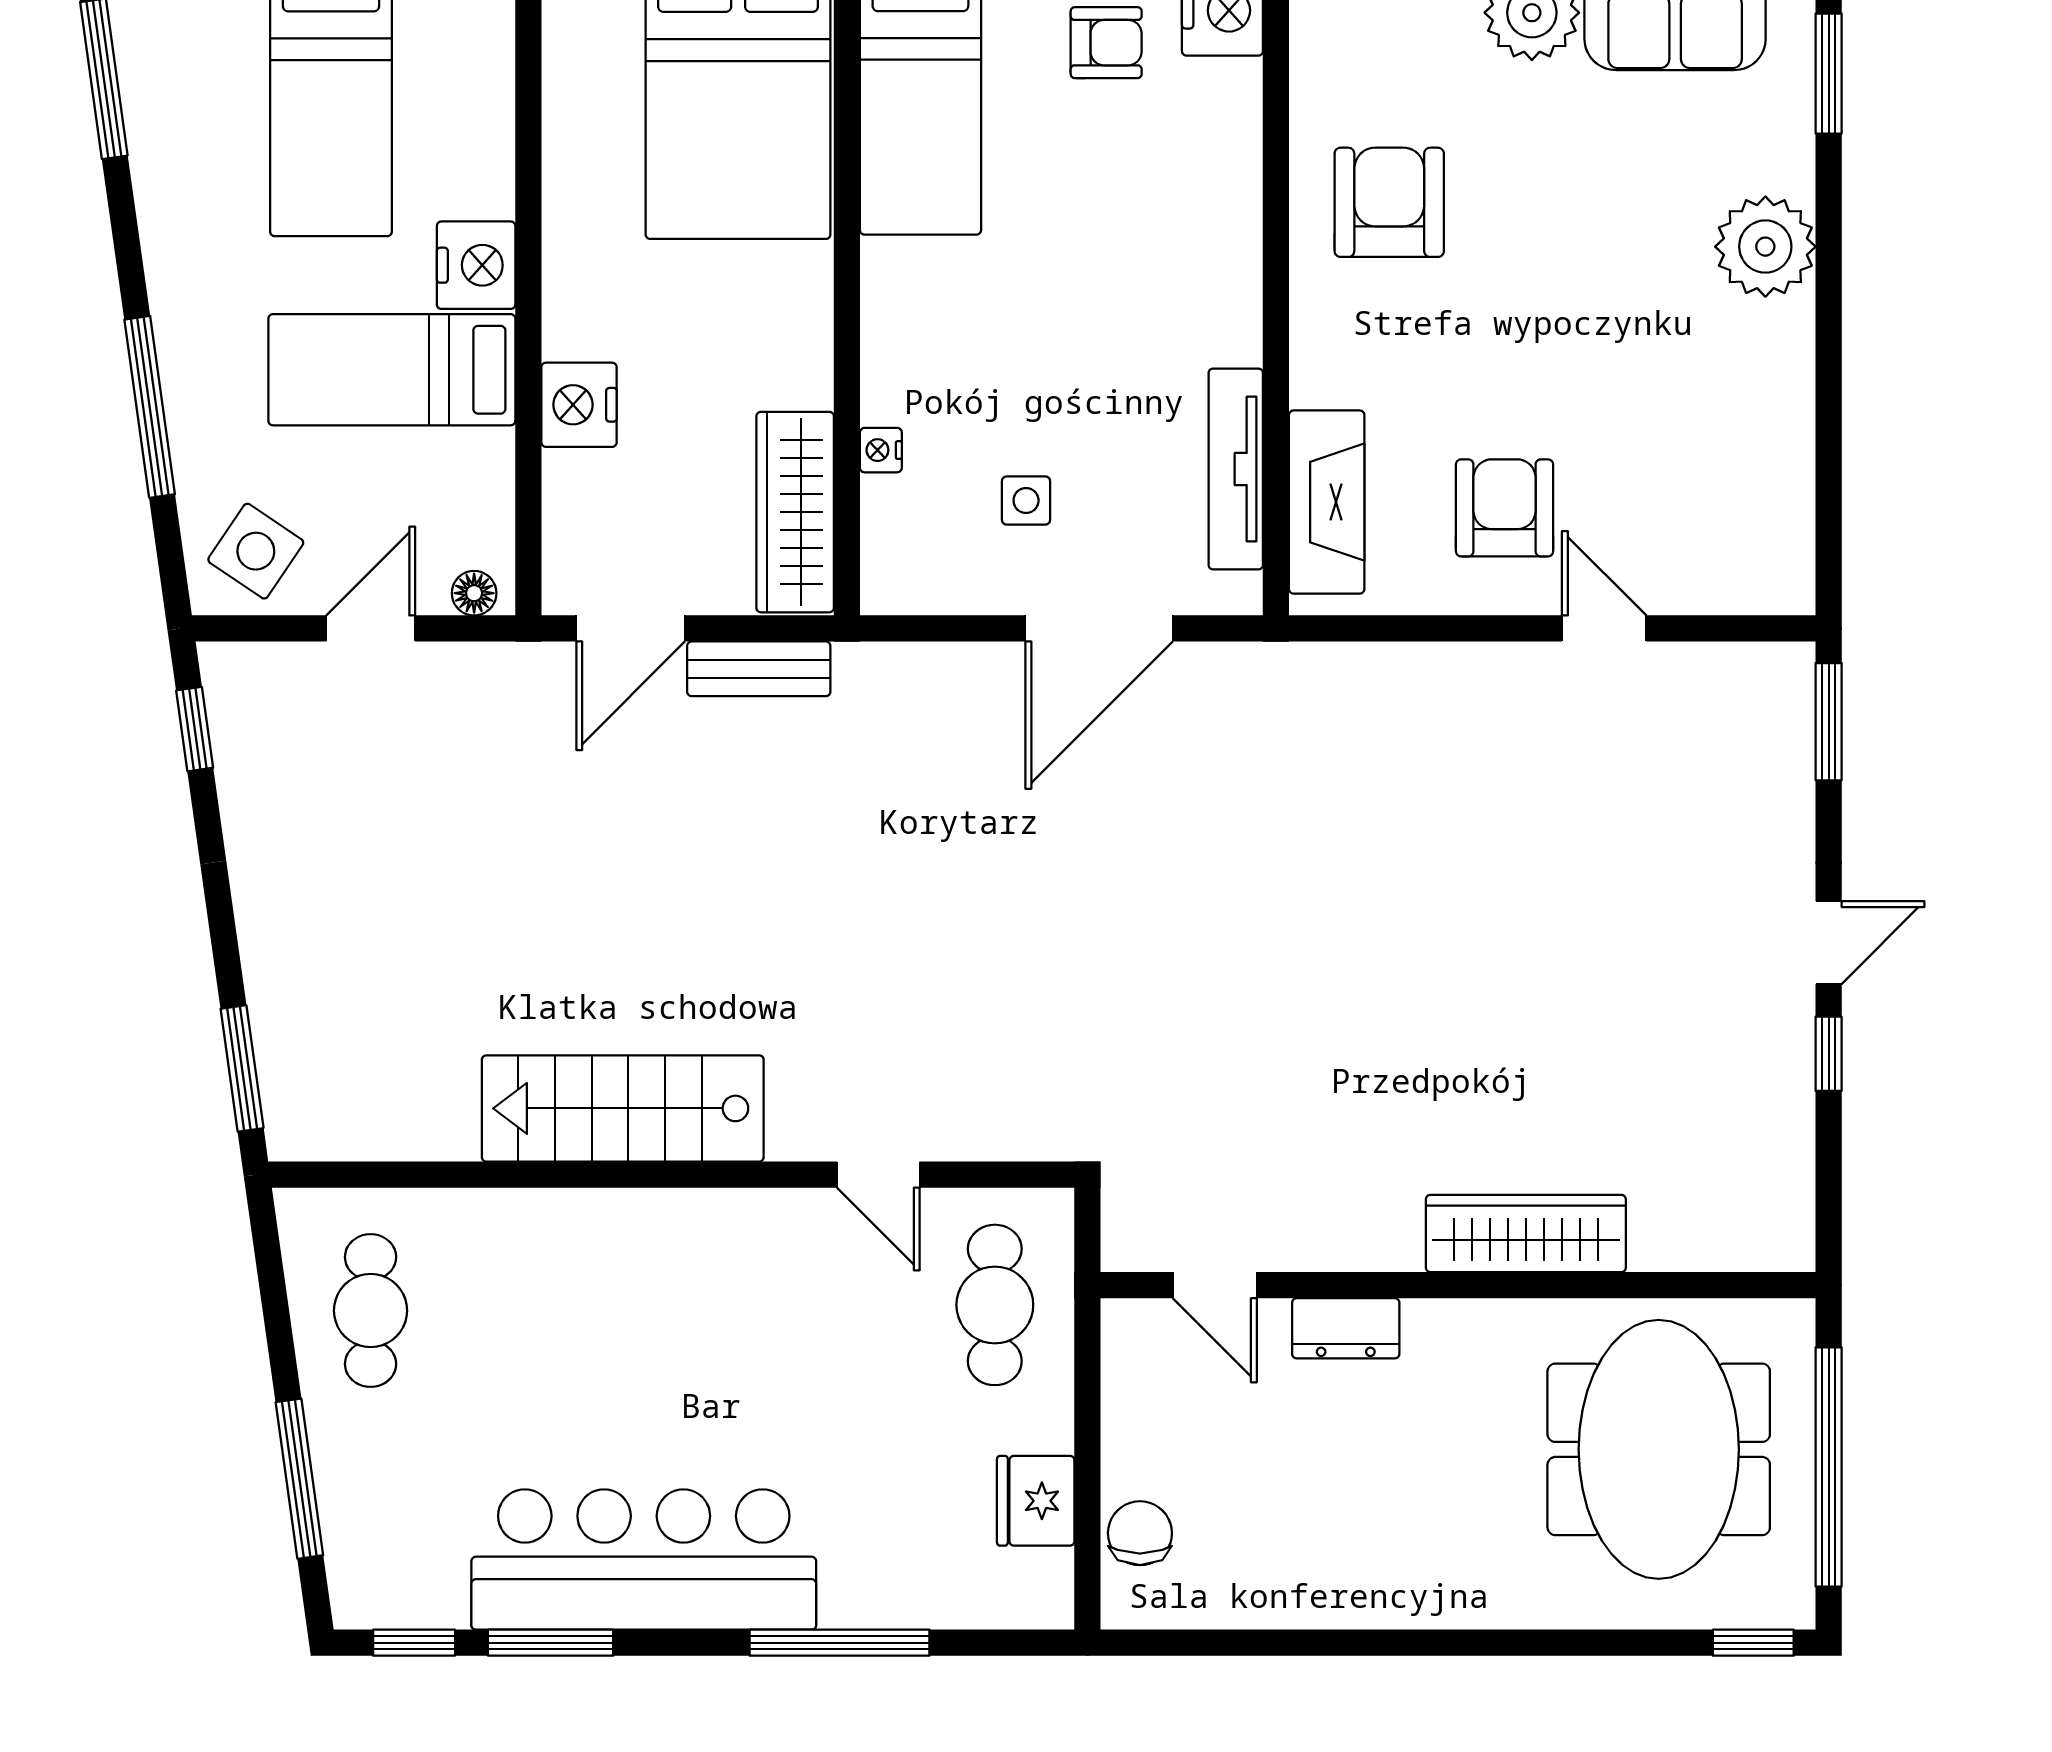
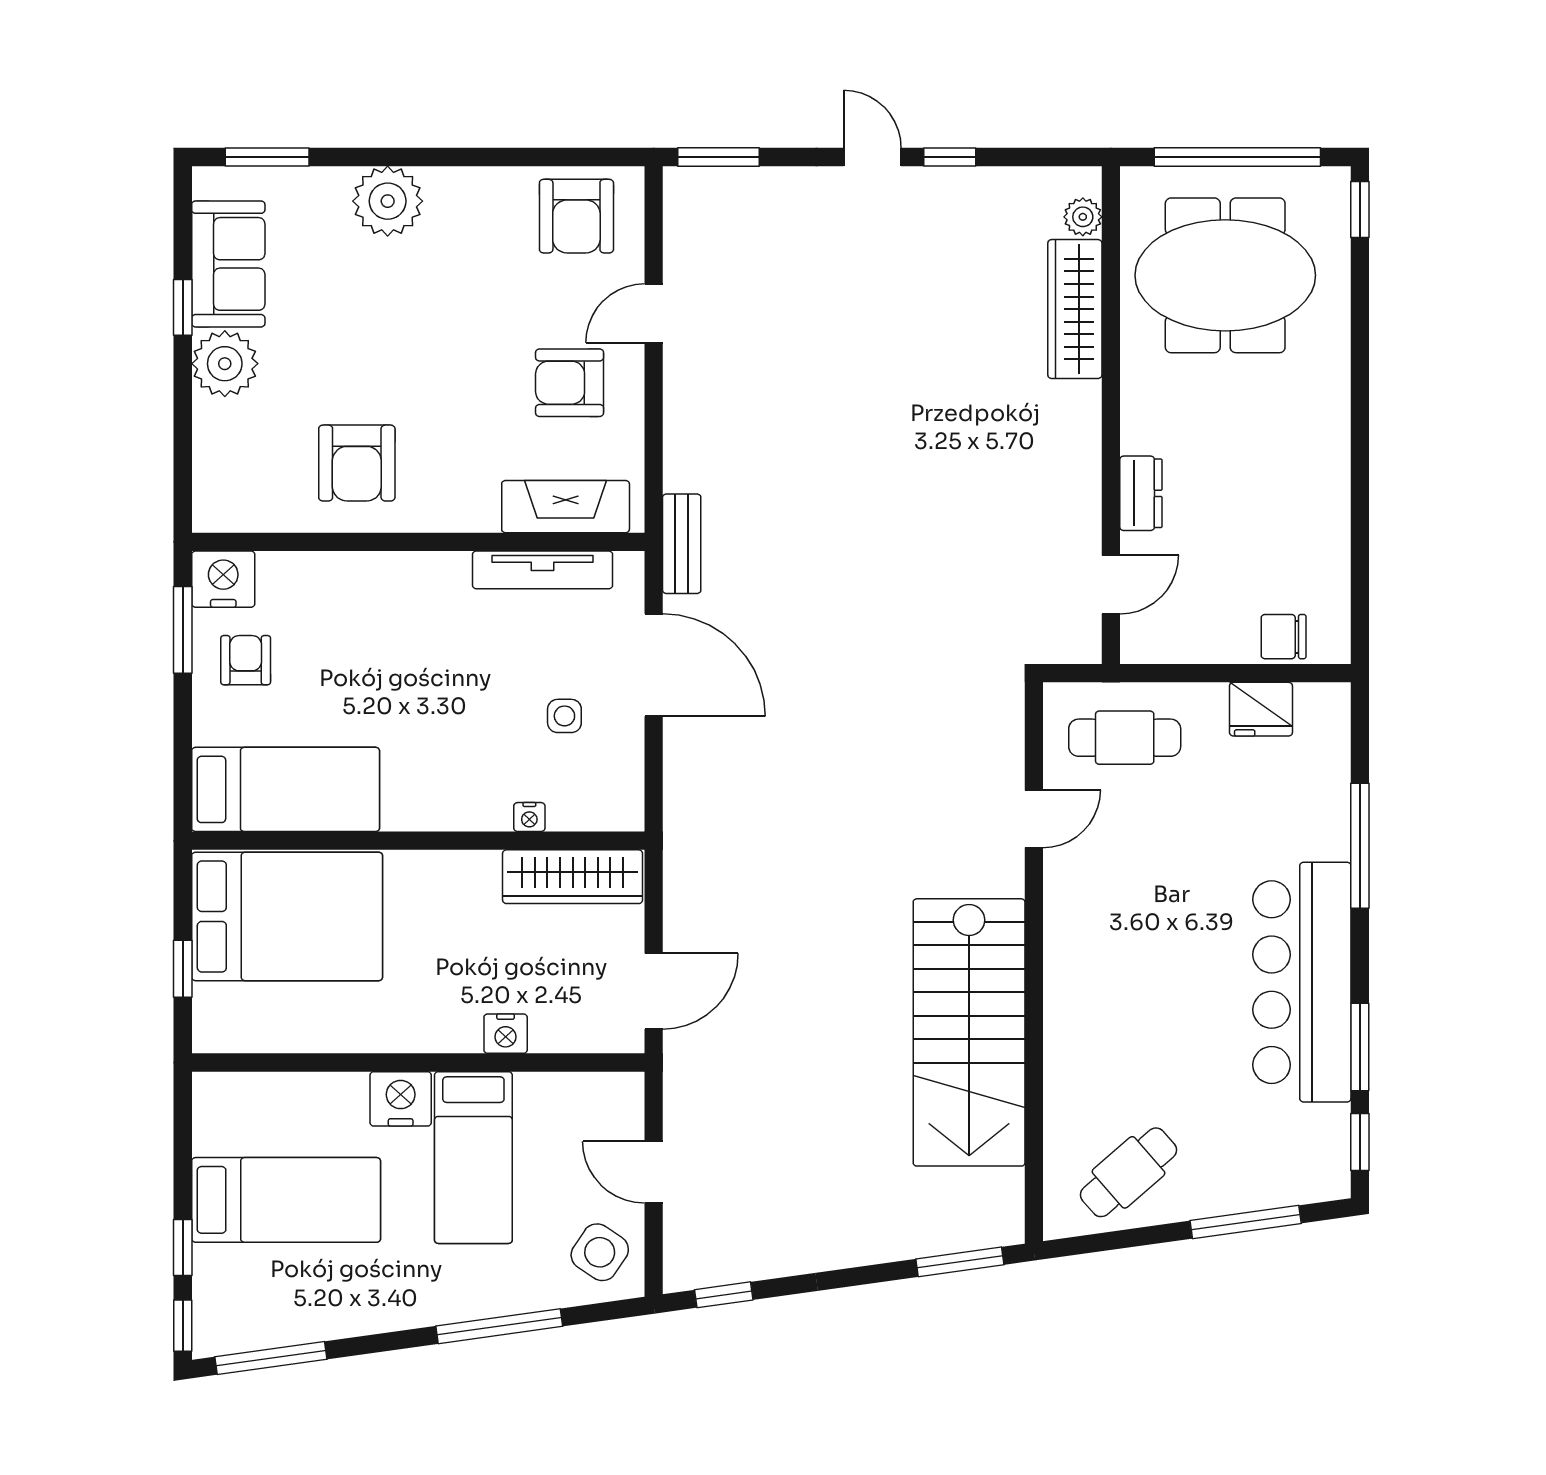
armchair: (1389, 202) -> (357, 463), turned -90
nightstand: (579, 405) -> (506, 1034), width x0.74, depth x0.75
armchair: (1744, 518) -> (576, 216), added
floor lamp: (474, 593) -> (629, 1100), removed
door: (631, 628) -> (654, 991), hinge flipped
bench: (759, 669) -> (682, 544), moved
stairs: (623, 1108) -> (969, 1032), width x1.36, depth x1.51
wardrobe: (1526, 1233) -> (1075, 309), moved
plant: (1743, 1245) -> (1083, 217), added
cafe table: (371, 1311) -> (1129, 1172), turned -41

